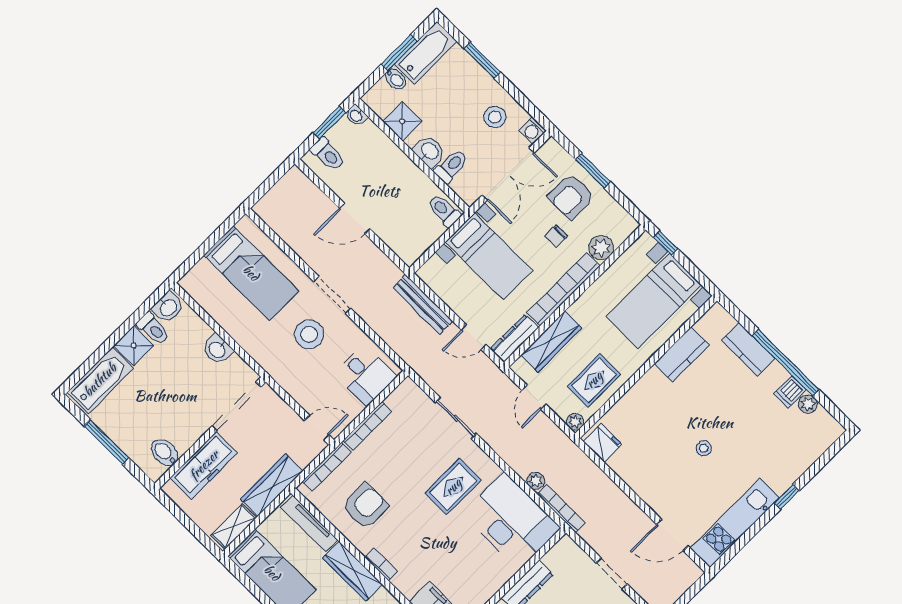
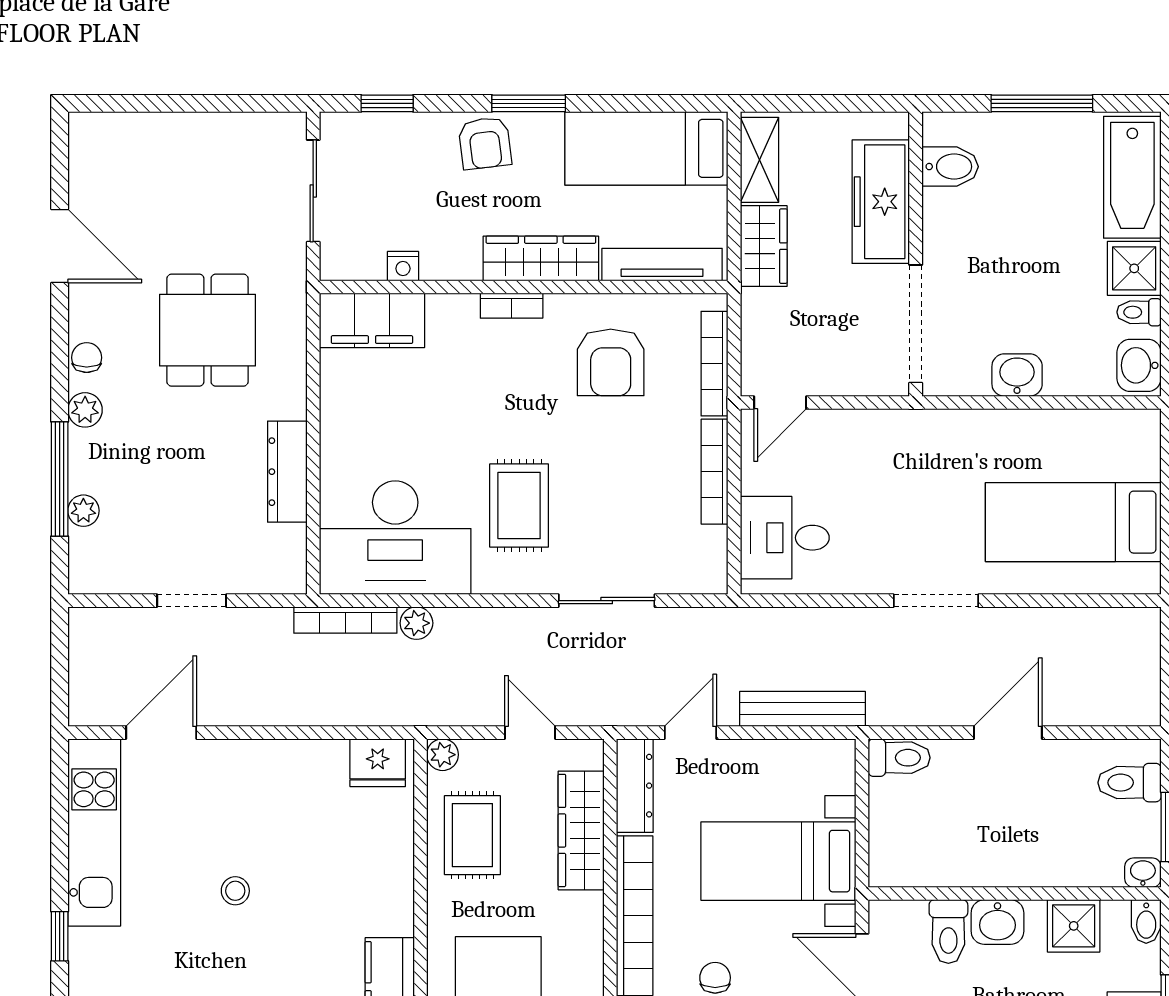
bidet: (395, 79) -> (1146, 922), moved, turned -90
toilet: (444, 211) -> (899, 758), moved
toilet: (153, 329) -> (1139, 312), width x0.73, depth x0.72
stool: (309, 334) -> (915, 517), removed
wardrobe: (272, 485) -> (764, 246), width x0.67

